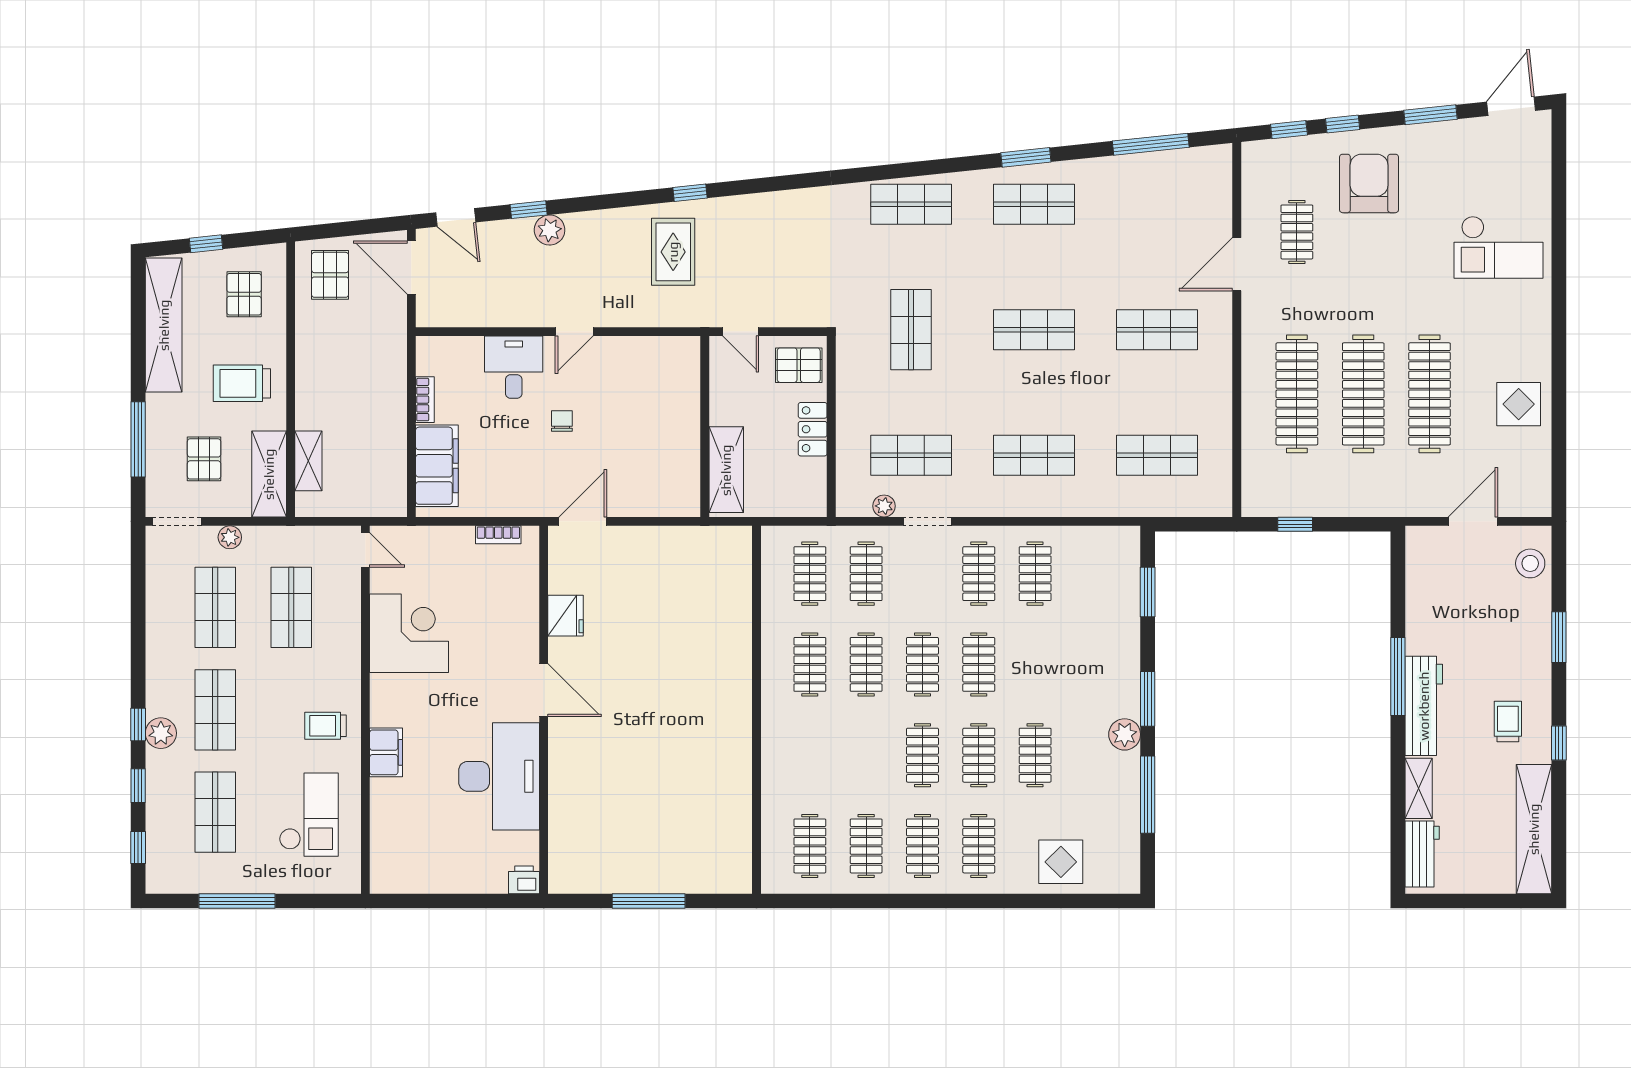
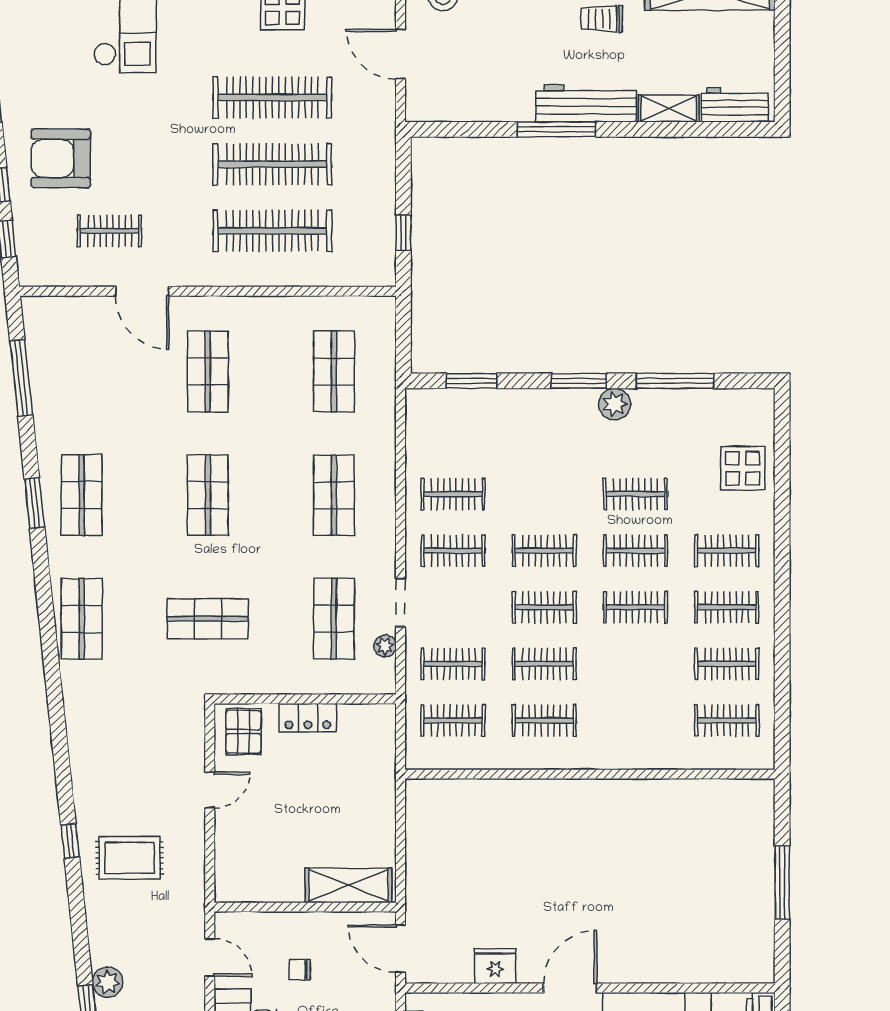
wall: (705, 426) -> (305, 907), moved
shelving: (726, 470) -> (348, 885), moved

